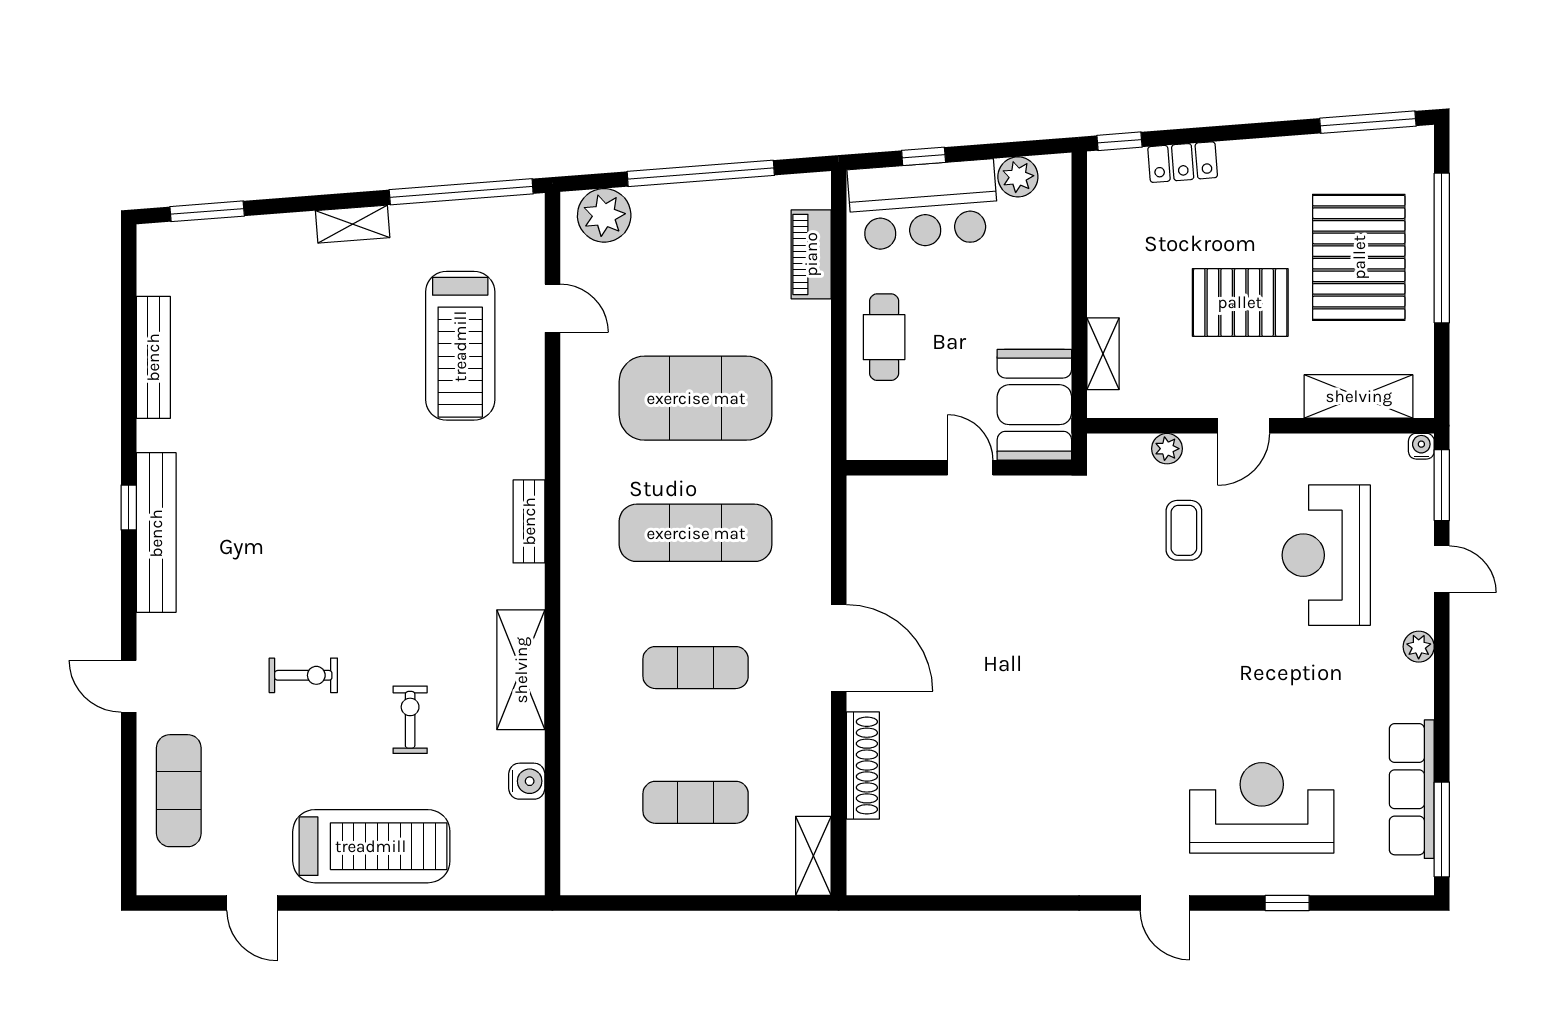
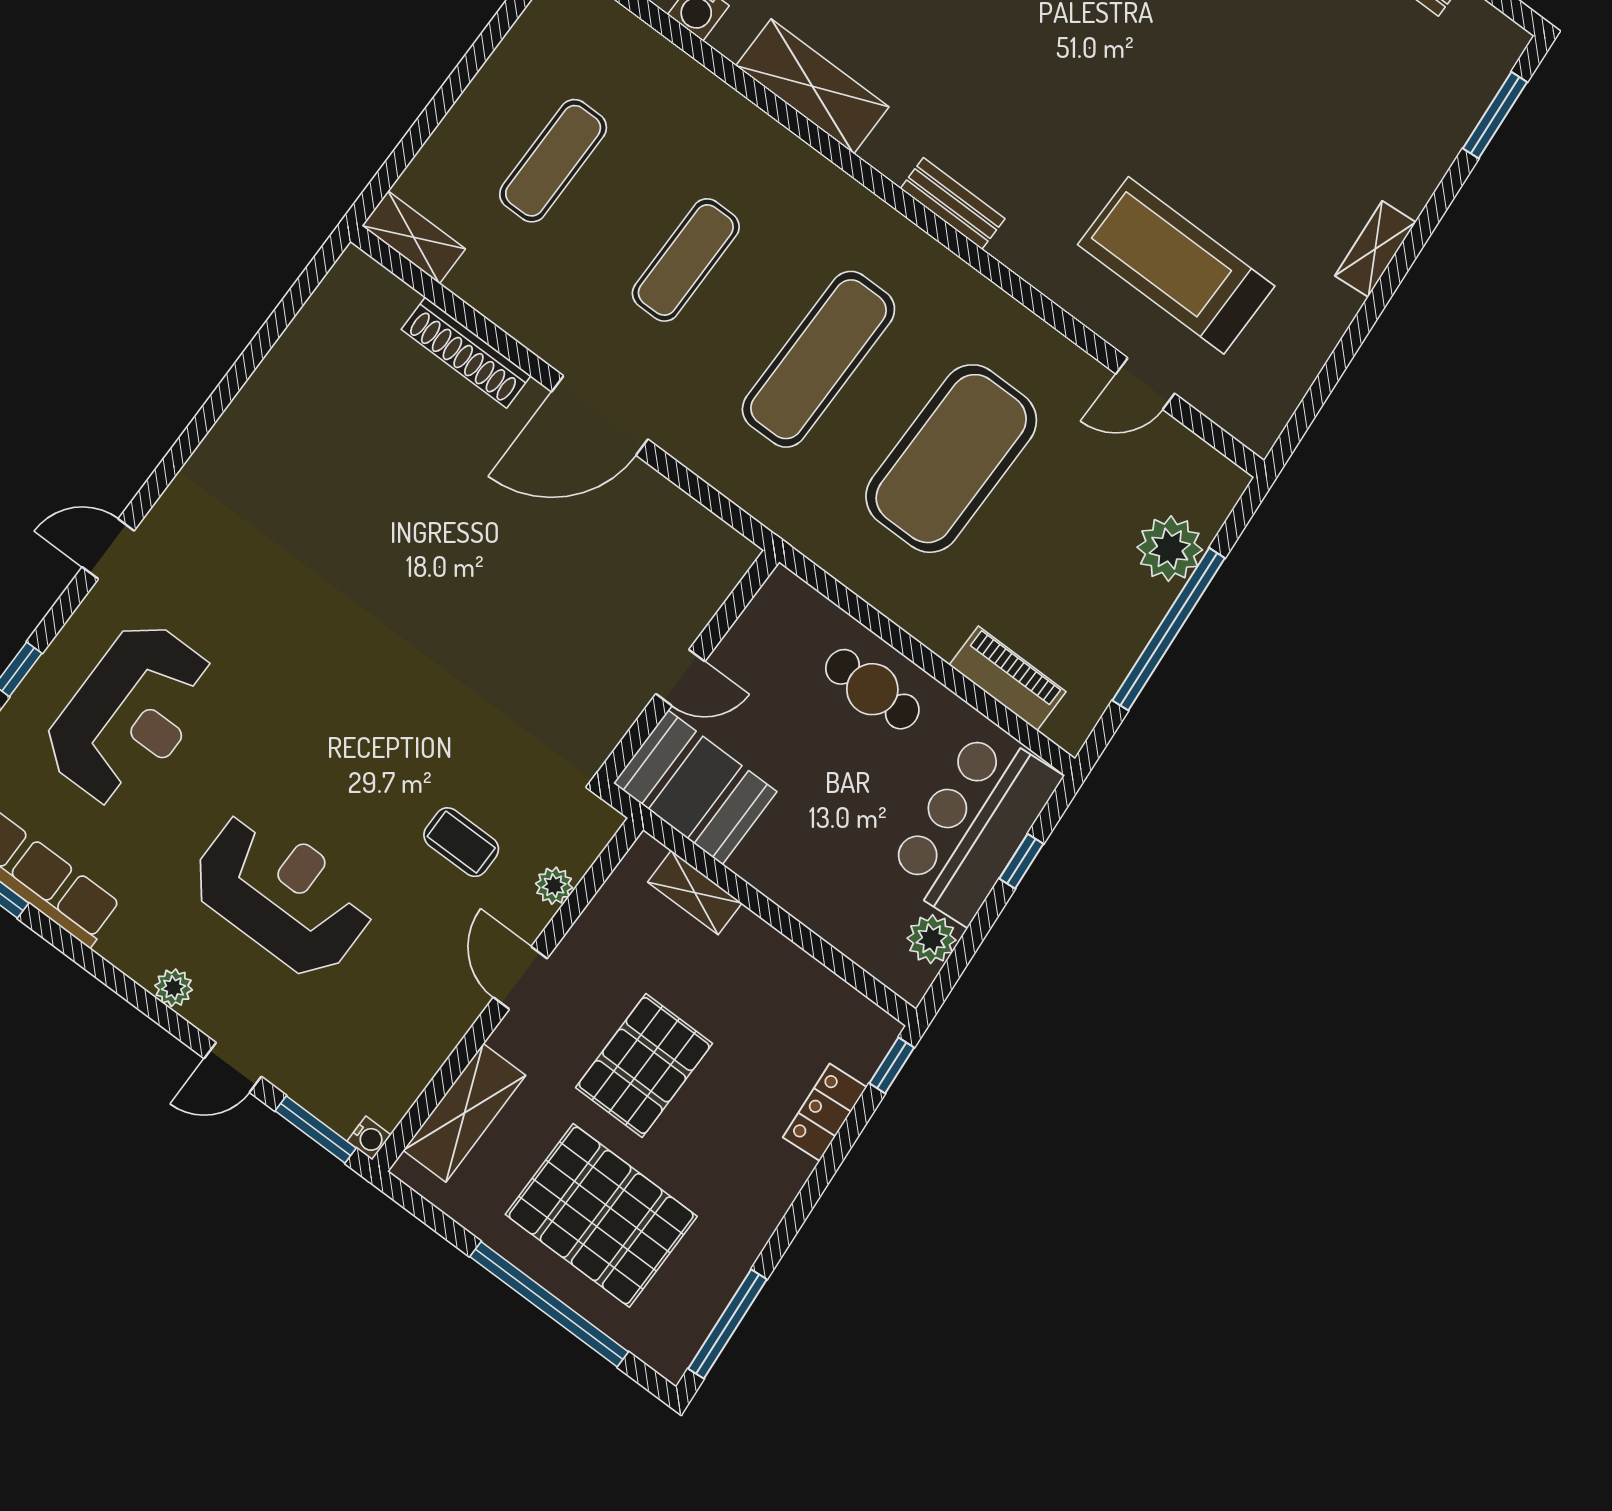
window: (461, 192) -> (1327, 380), removed
plant: (604, 215) -> (1170, 549), moved
reception desk: (1326, 555) -> (283, 894), moved

